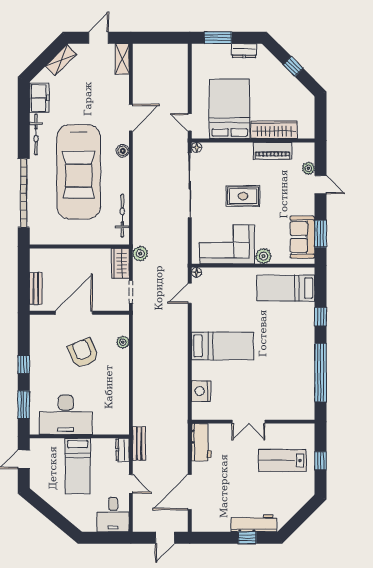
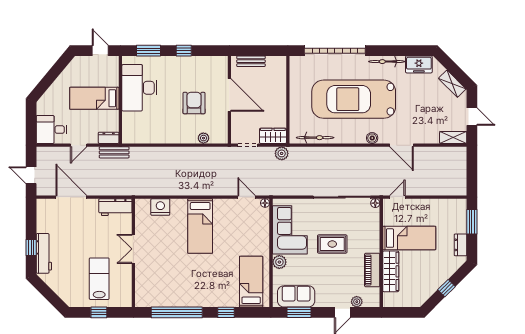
bed: (230, 109) -> (409, 238), width x0.67
rug: (243, 196) -> (332, 244), turned 90
armchair: (83, 353) -> (194, 103), turned -67

